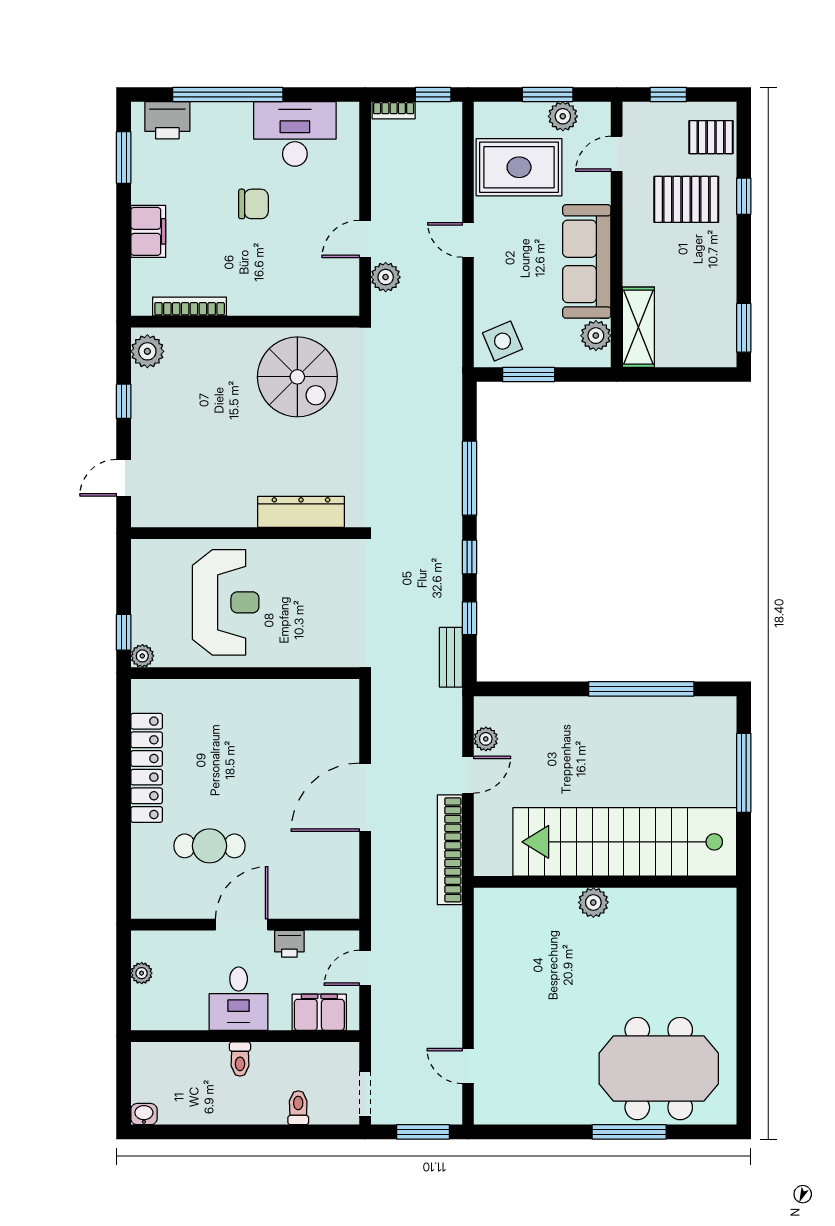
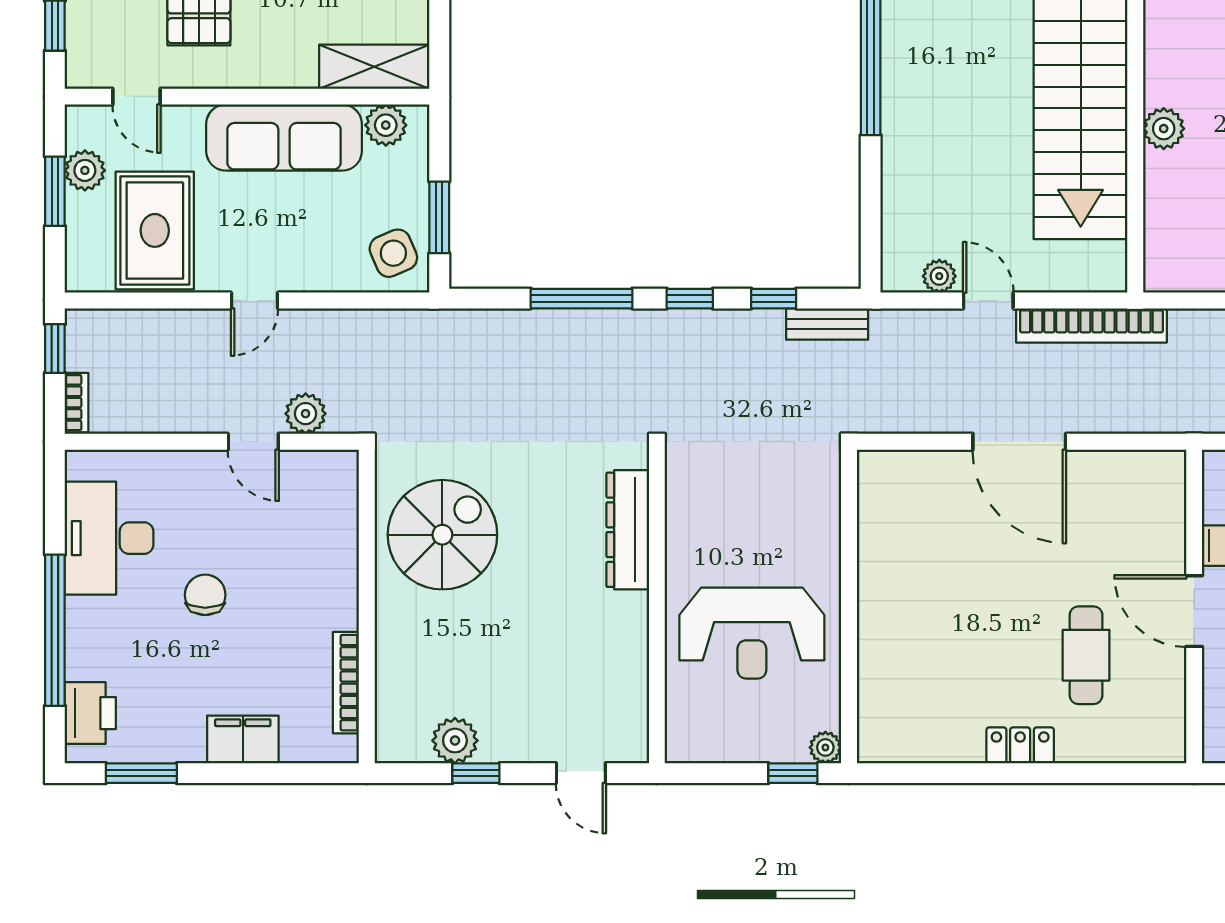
plant: (147, 351) -> (455, 741), moved
reception desk: (226, 602) -> (752, 633), turned 180
locker: (147, 768) -> (1020, 745), width x0.46, depth x0.83

